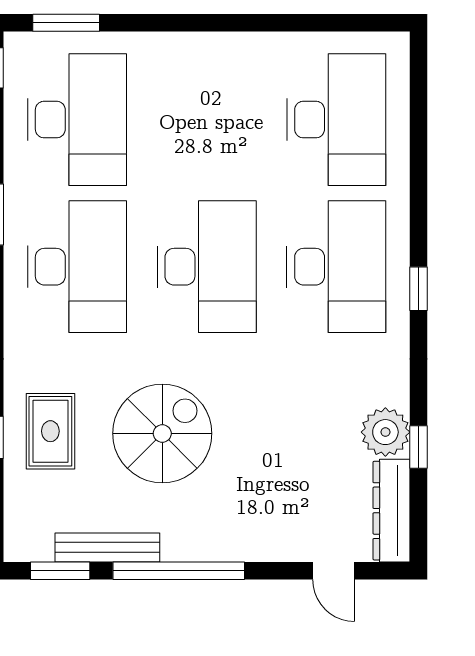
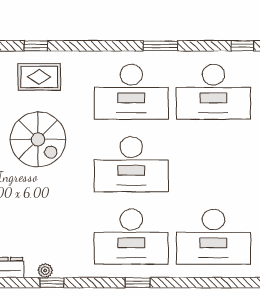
window: (418, 289) -> (138, 283), moved
plant: (385, 432) -> (45, 270), width x0.53, depth x0.53
window: (418, 447) -> (52, 283), moved

